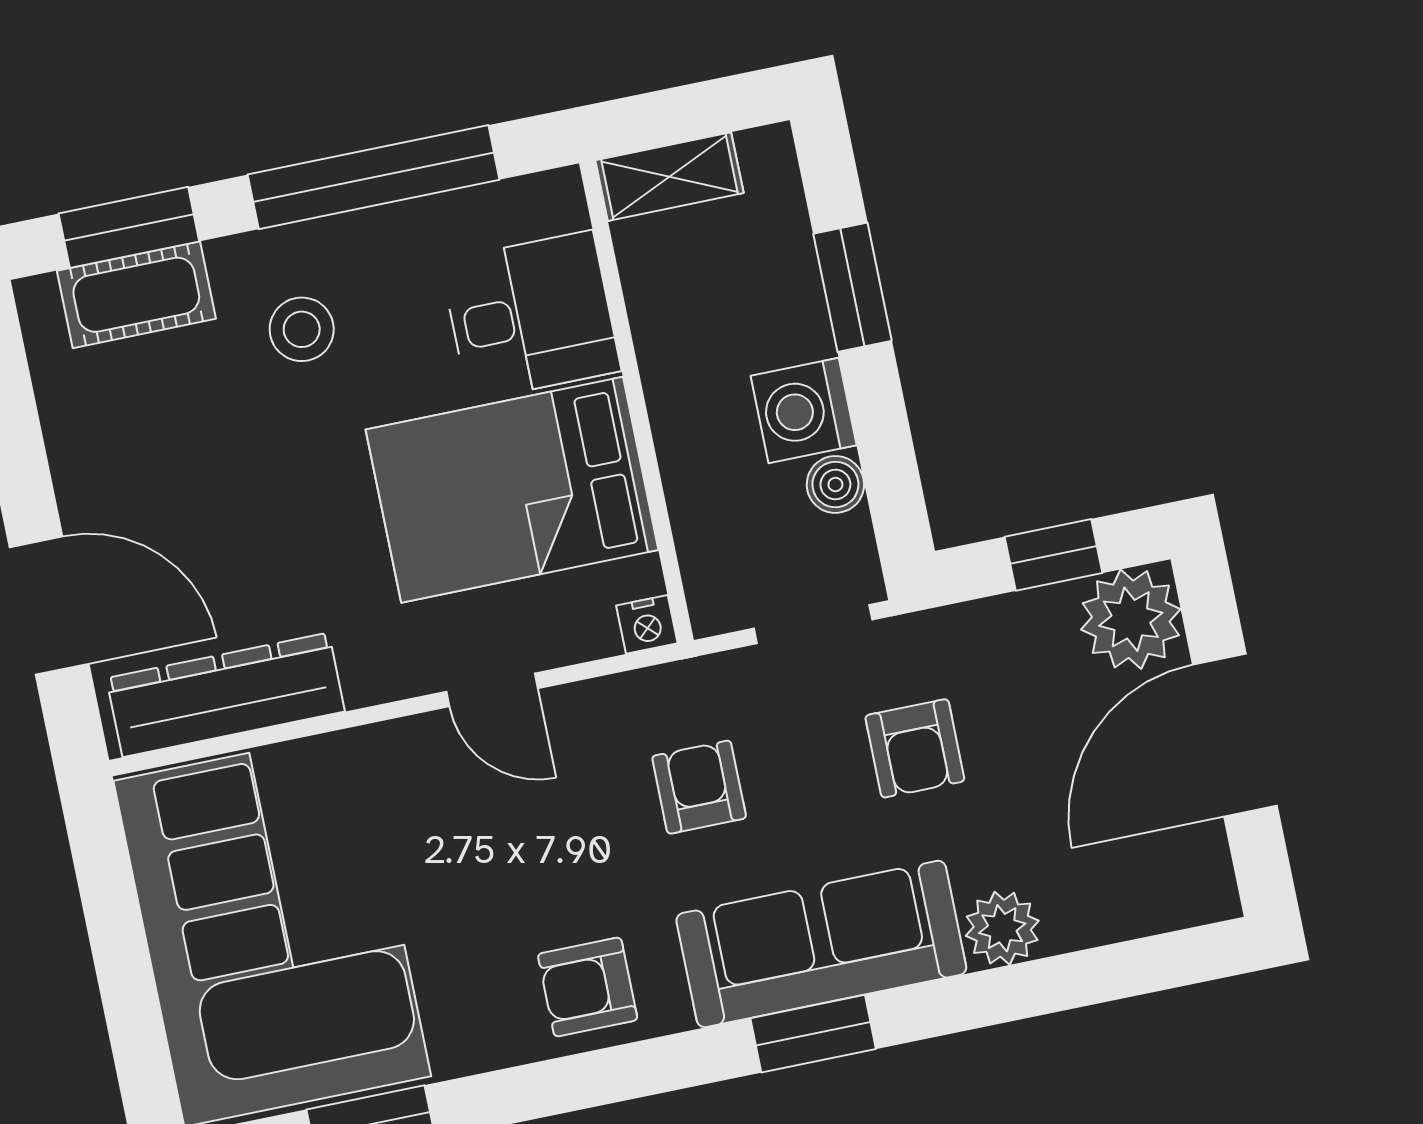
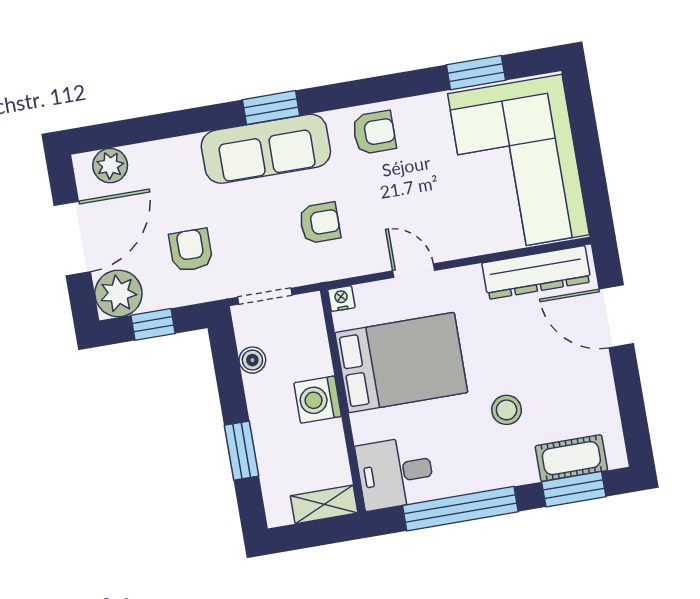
desk: (531, 316) -> (395, 473), moved
stool: (302, 329) -> (507, 410), moved
washing machine: (804, 410) -> (318, 400), moved, turned 180
armchair: (915, 748) -> (191, 250), moved
armchair: (699, 787) -> (320, 223), turned -90
plant: (1002, 928) -> (110, 166), moved

